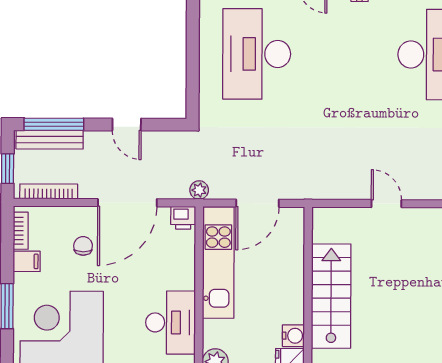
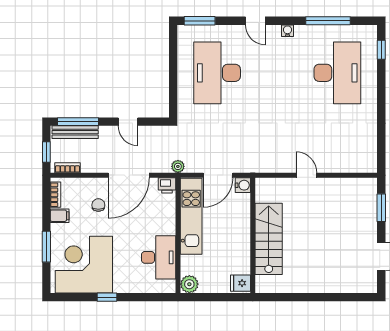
bookcase: (49, 191) -> (67, 168), width x0.64
water cooler: (293, 336) -> (243, 185), moved

